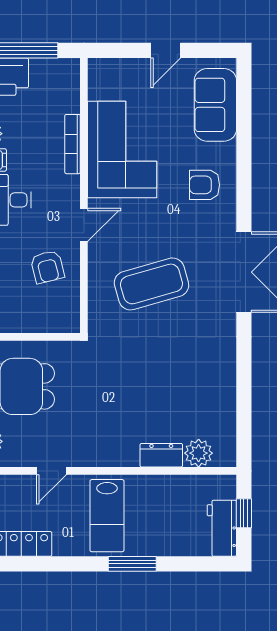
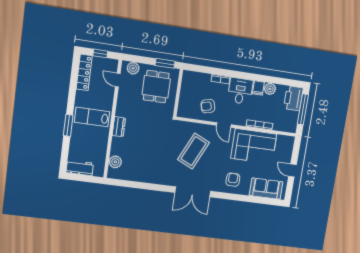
coffee table: (151, 284) -> (193, 151), turned 41
dresser: (161, 455) -> (119, 127), moved
door: (51, 471) -> (118, 80), moved
window: (244, 513) -> (85, 178), removed

